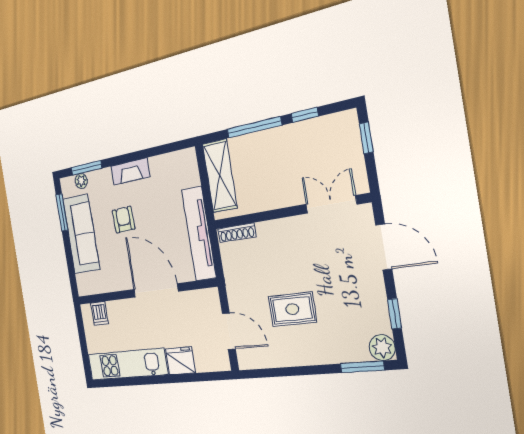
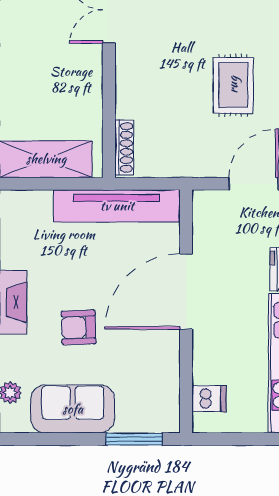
window: (62, 212) -> (134, 439), moved
sofa: (81, 234) -> (73, 409), width x0.73

